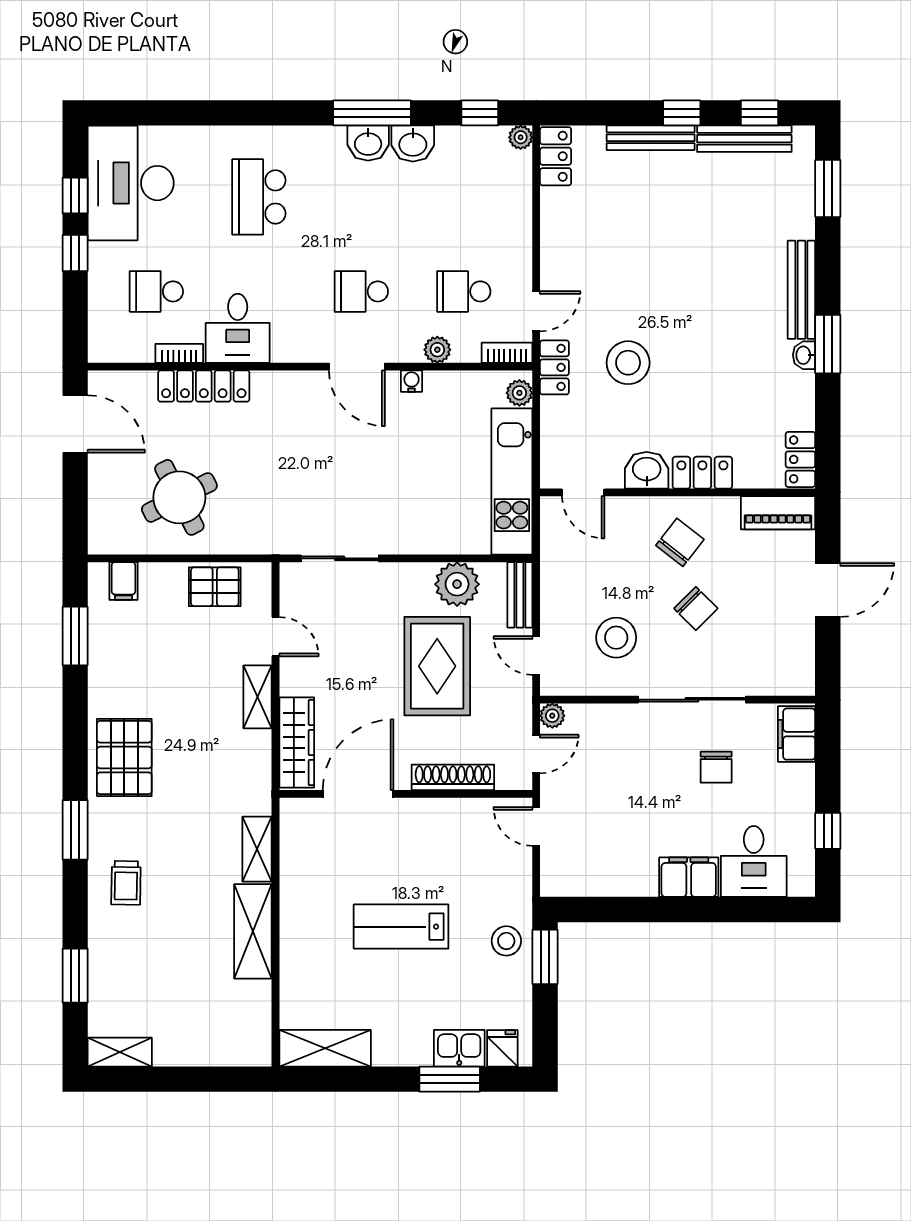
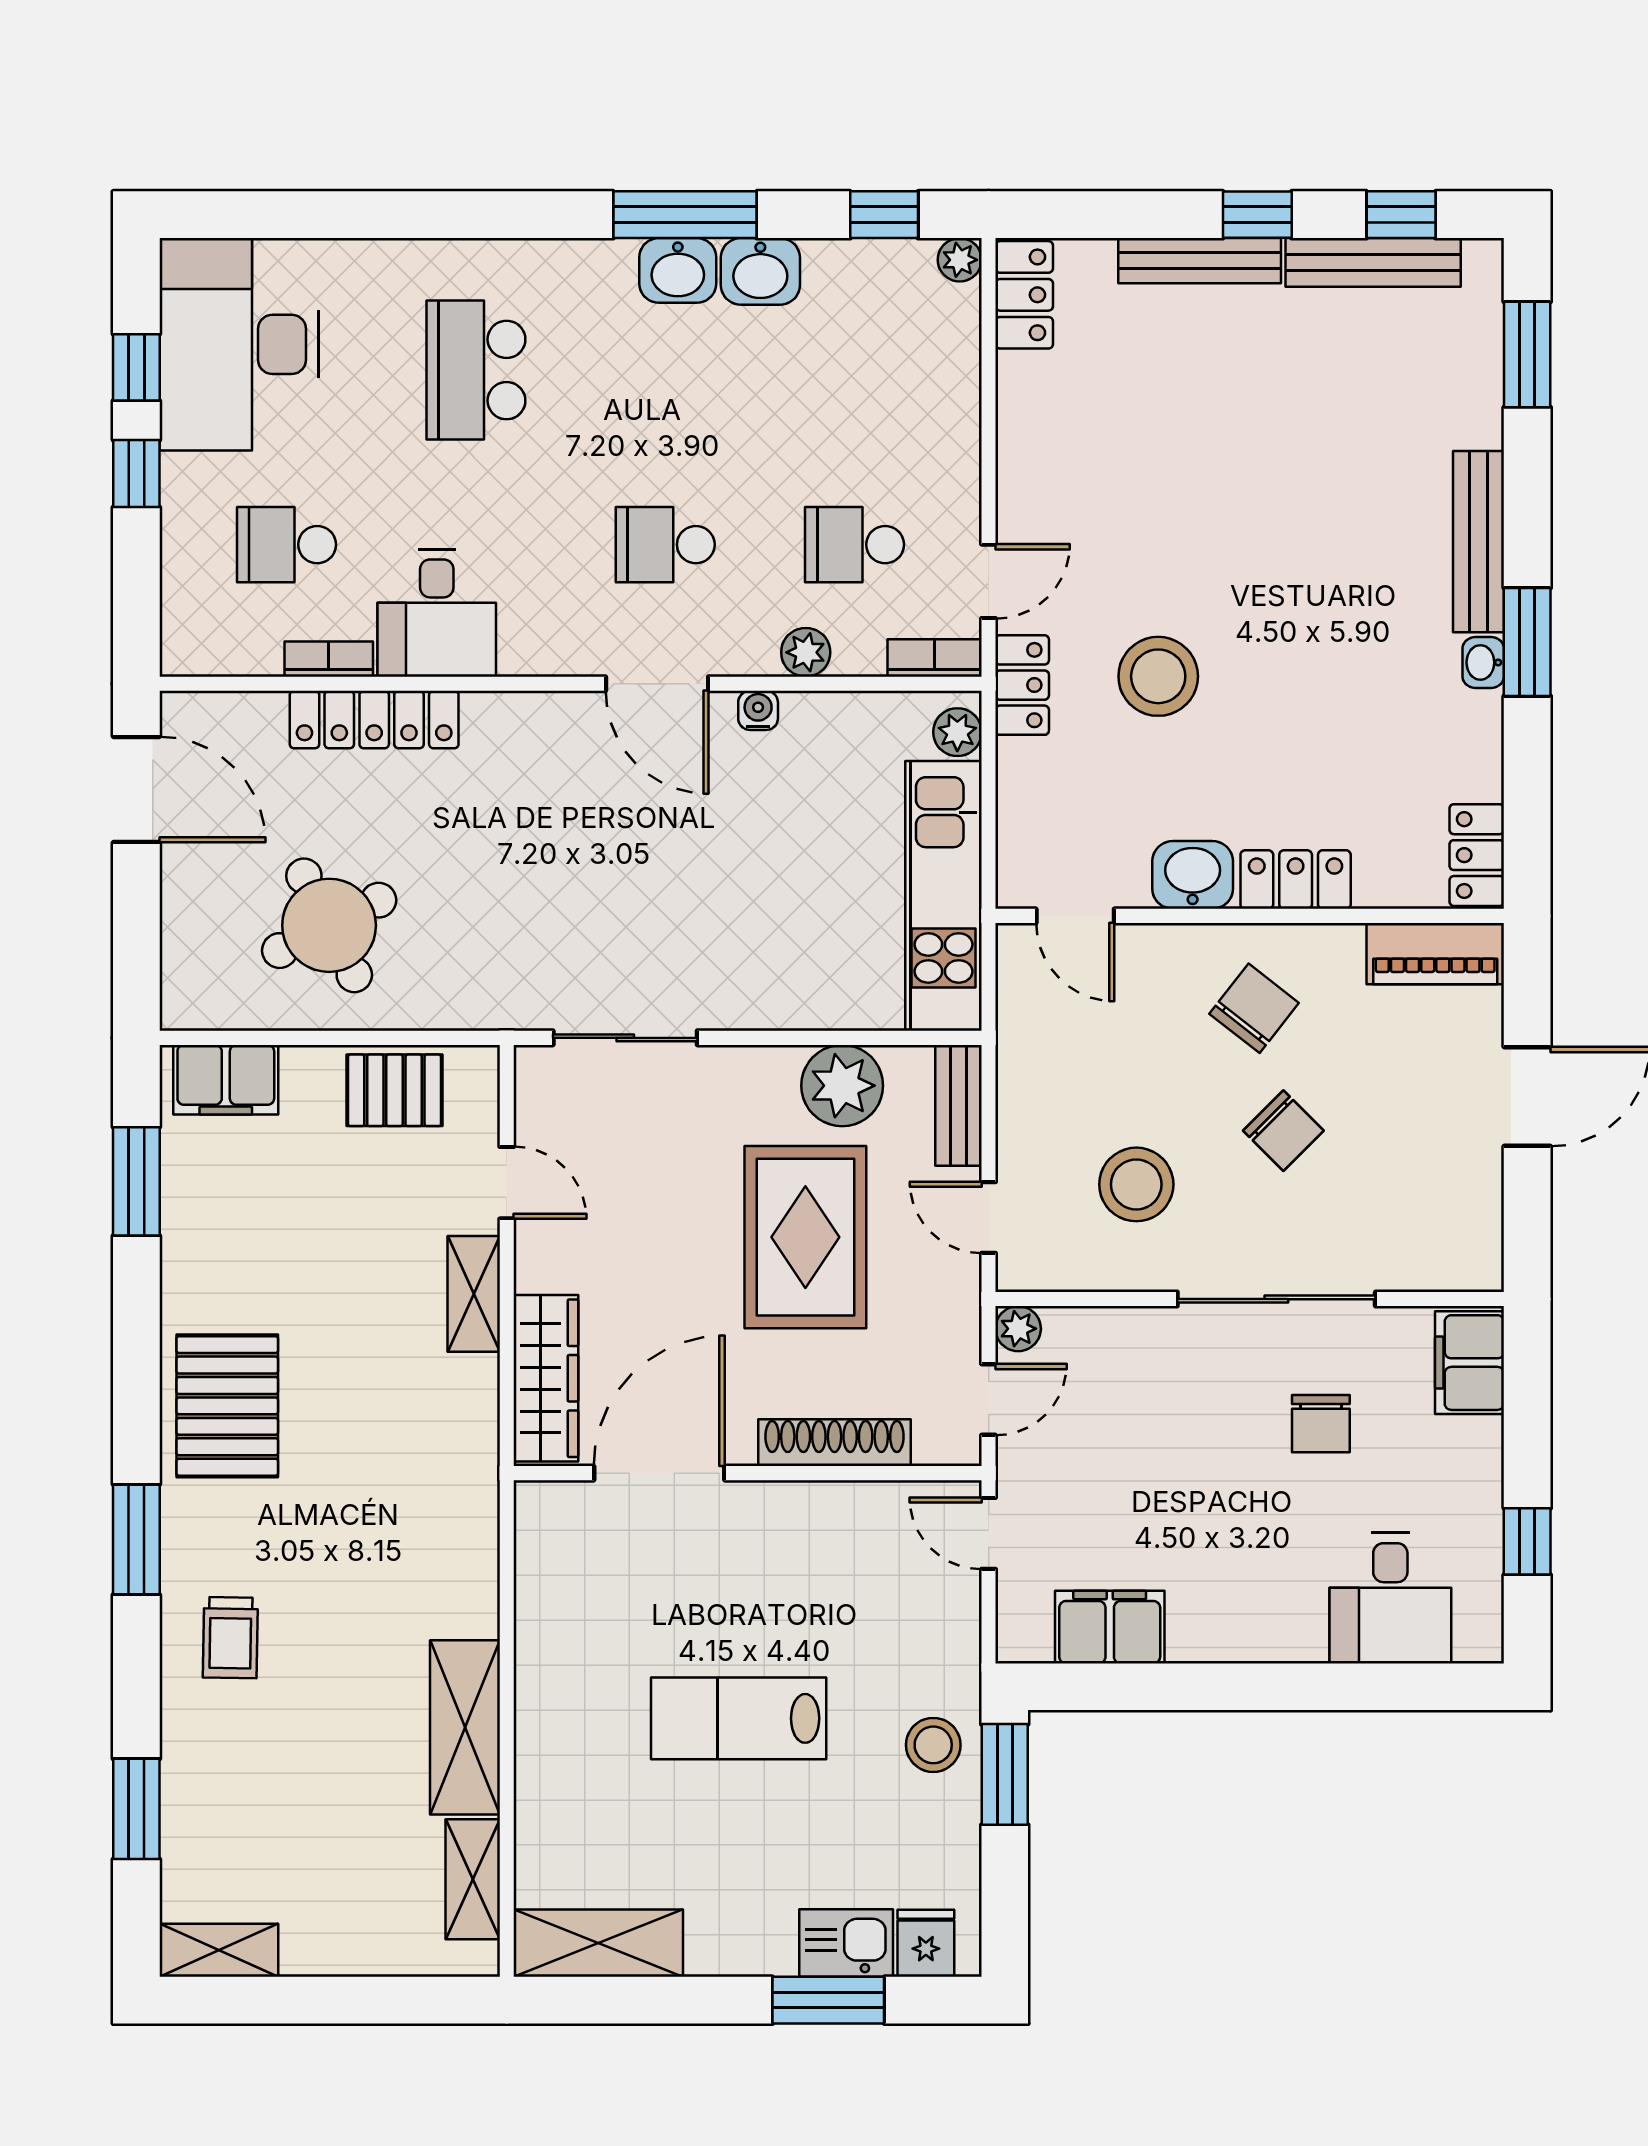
filing cabinet: (123, 581) -> (226, 1080), width x2.00
shelving: (257, 849) -> (473, 1879), moved
filing cabinet: (689, 877) -> (1110, 1627), moved

